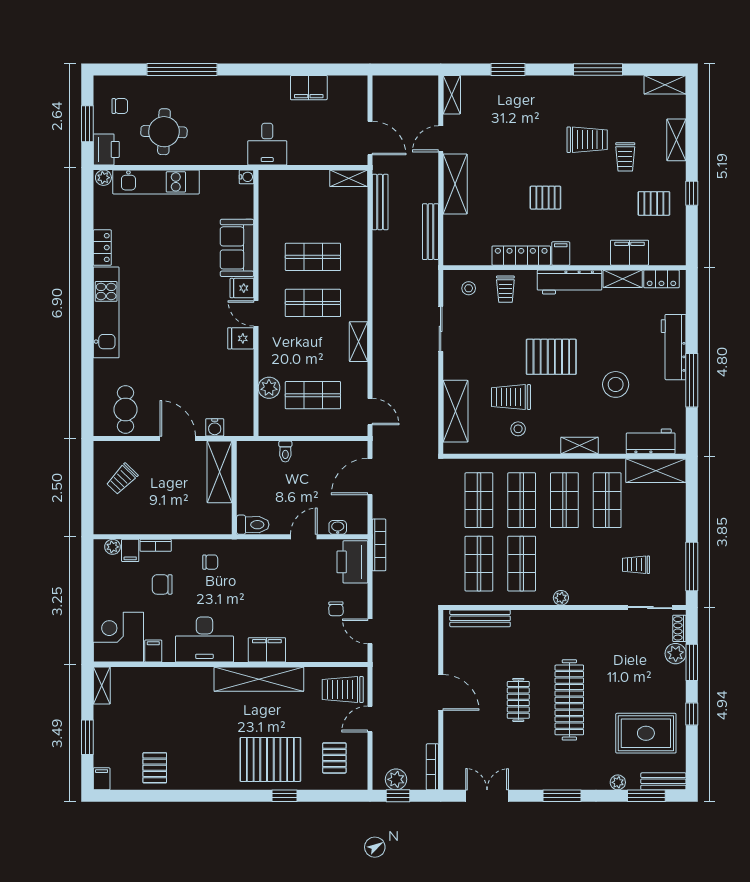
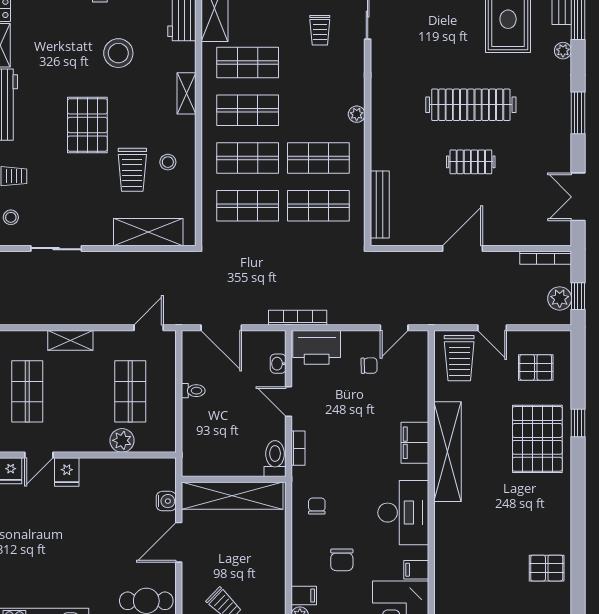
toilet: (285, 451) -> (193, 391), moved
shelving: (220, 472) -> (232, 496), width x1.47
bookcase: (156, 545) -> (298, 448), moved

